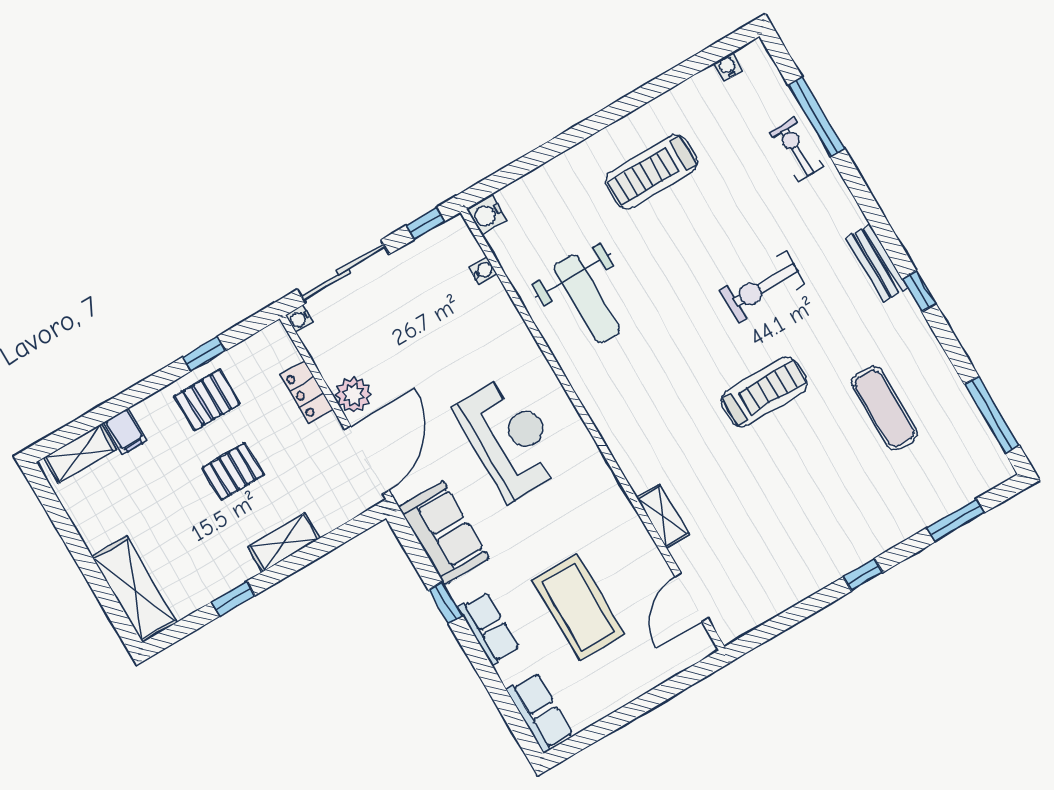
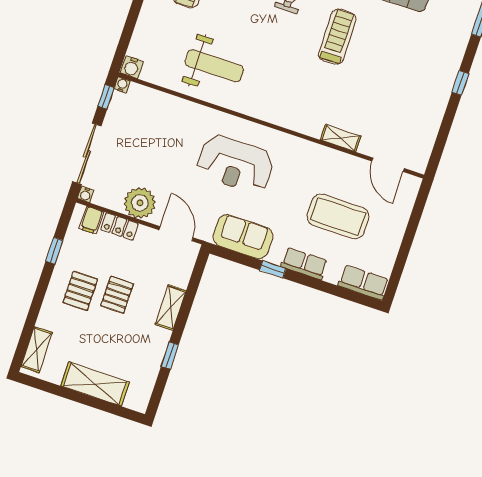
water cooler: (483, 271) -> (122, 85), moved
plant: (353, 395) -> (140, 203), width x1.36, depth x1.36
pallet: (207, 400) -> (80, 291), moved
filing cabinet: (125, 431) -> (91, 220), moved, turned 90
reception desk: (510, 438) -> (235, 164), turned 180
door: (367, 460) -> (176, 234), width x0.73
shelving: (134, 589) -> (95, 384), moved

